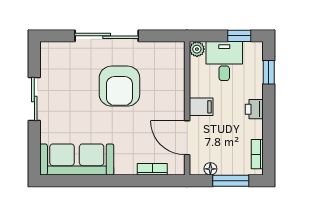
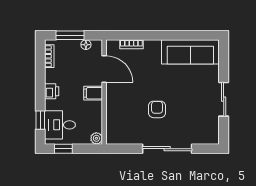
desk: (224, 61) -> (60, 125), moved, turned 90
armchair: (119, 86) -> (157, 109), width x0.53, depth x0.53

